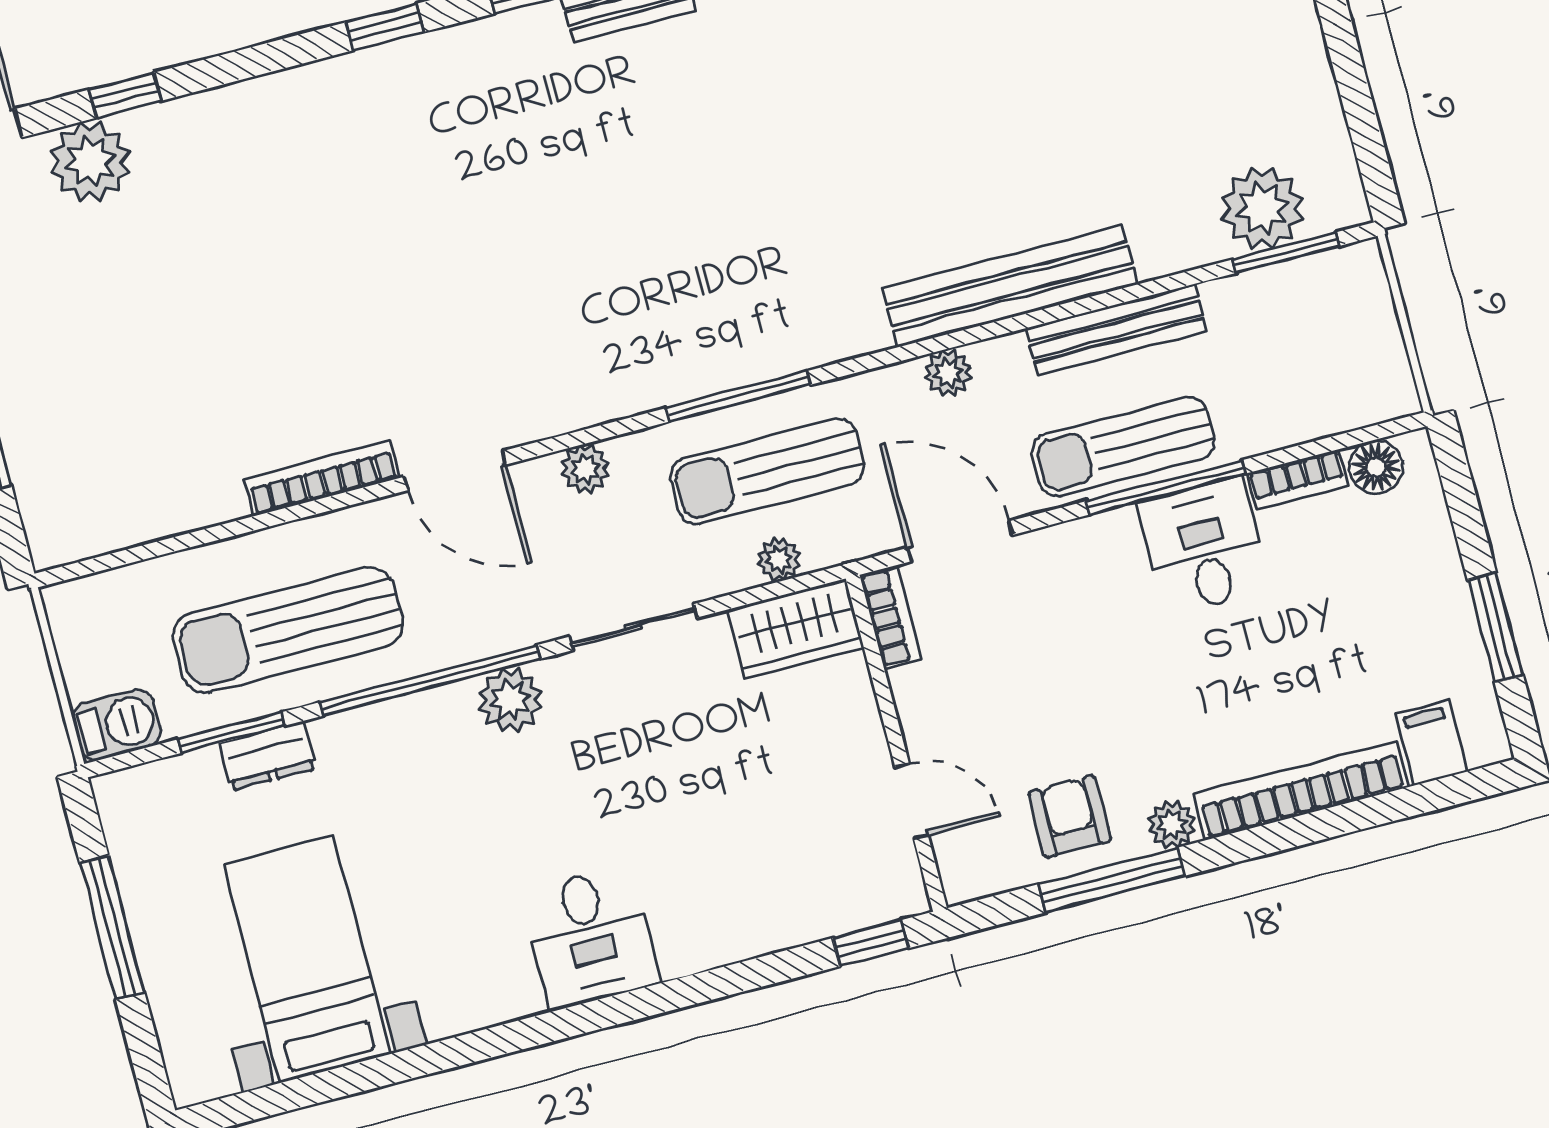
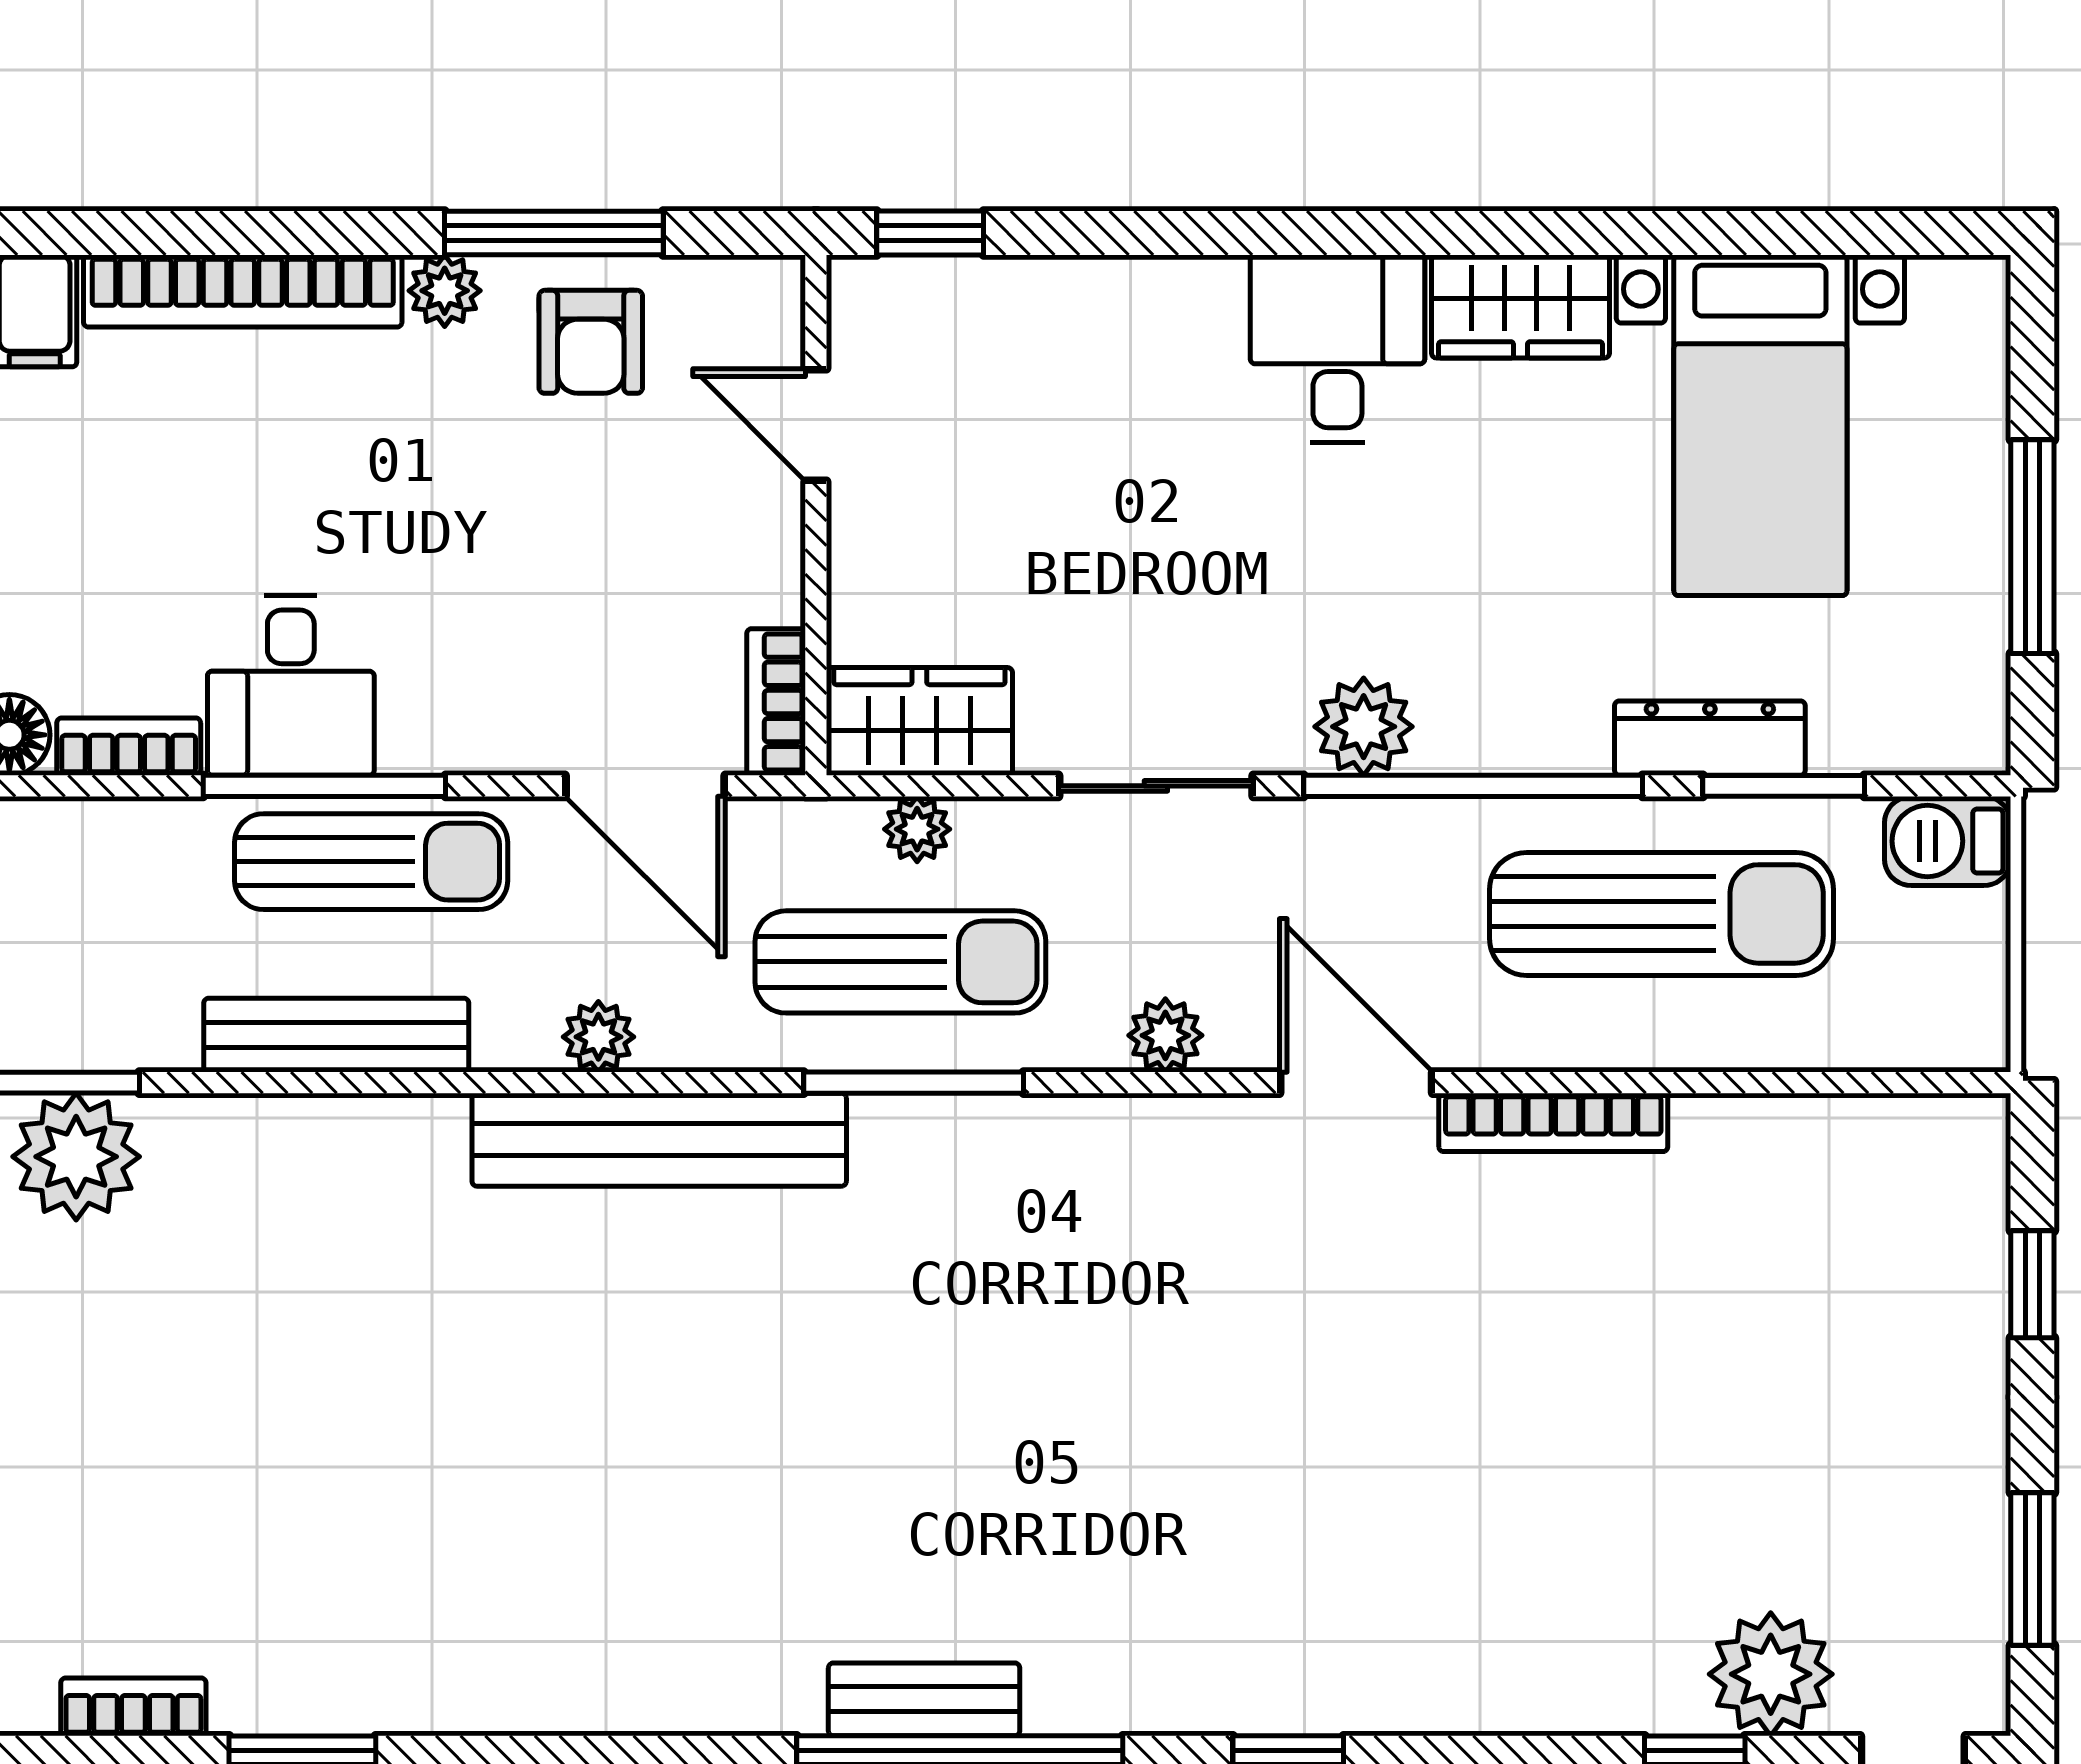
bench: (1010, 286) -> (659, 1140), moved
dresser: (268, 756) -> (1710, 738), width x1.44
wardrobe: (480, 995) -> (1520, 306), added

